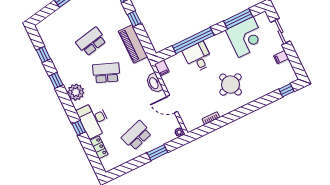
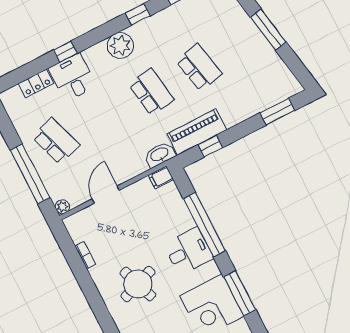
window: (134, 19) -> (210, 146), moved
desk: (198, 57) -> (188, 251), moved
school desk: (106, 73) -> (151, 92), turned -30
washbasin: (154, 83) -> (160, 155), moved
desk: (94, 120) -> (72, 77), width x0.73
window: (157, 153) -> (30, 174), width x2.11

